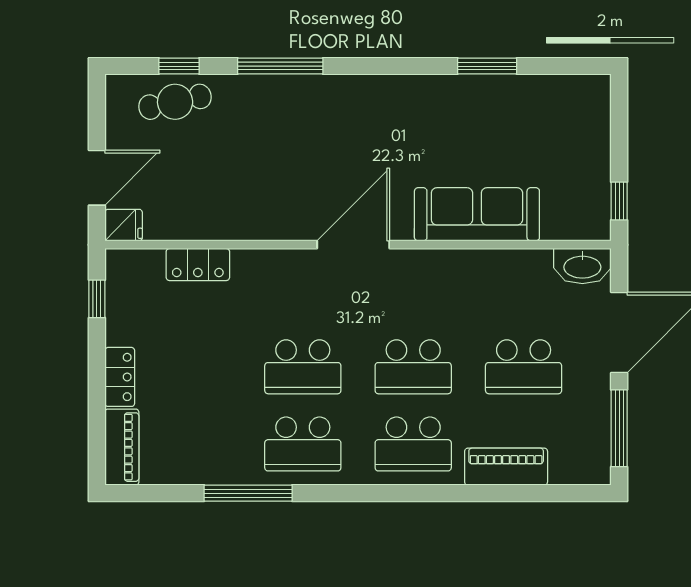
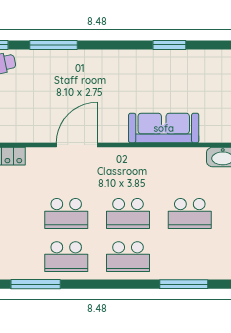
door: (353, 245) -> (77, 145), moved
piano: (506, 467) -> (180, 269), removed
window: (513, 493) -> (184, 284), added

